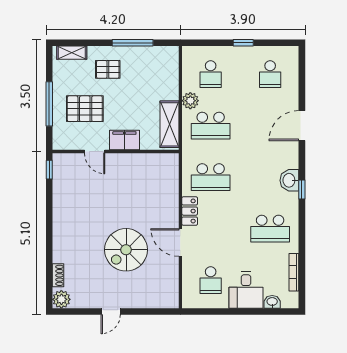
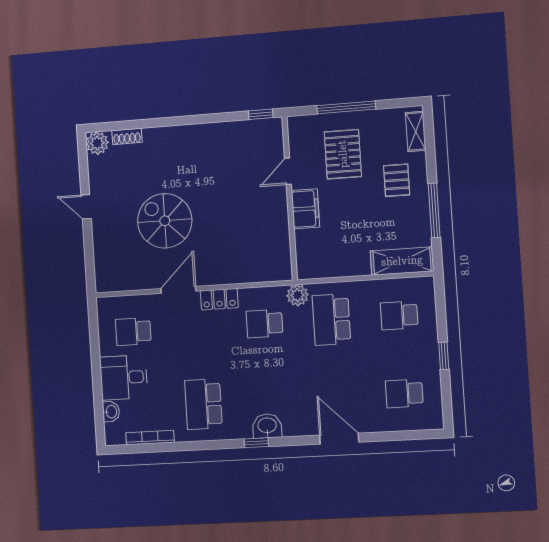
plant: (190, 101) -> (298, 295), moved
shelving: (169, 124) -> (402, 261), moved
school desk: (211, 177) -> (265, 324), width x0.54

